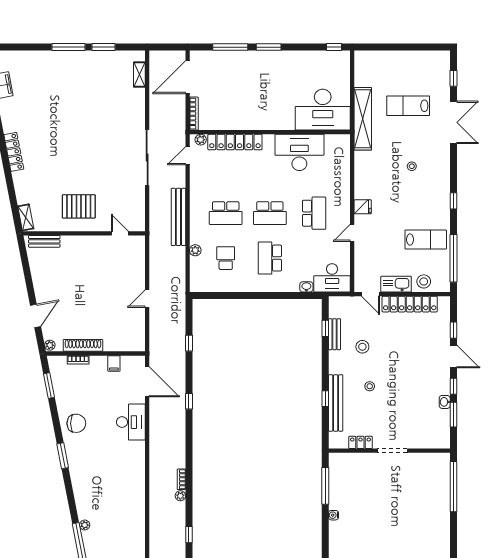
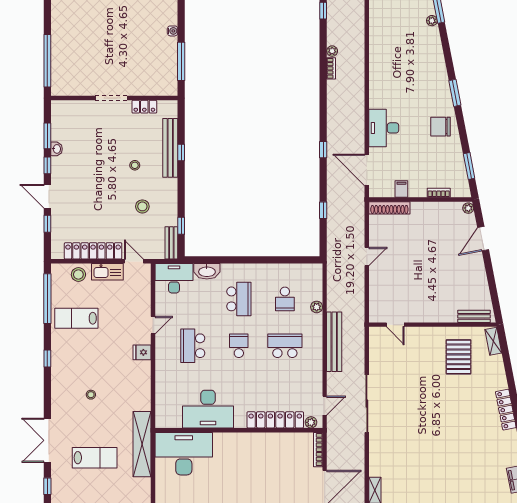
pallet: (79, 206) -> (459, 357), moved, turned 90
school desk: (270, 213) -> (239, 346), width x0.54
washbasin: (306, 287) -> (207, 271), width x1.91, depth x1.45
bench: (335, 334) -> (171, 243), moved
shoe rack: (83, 345) -> (389, 208), moved

